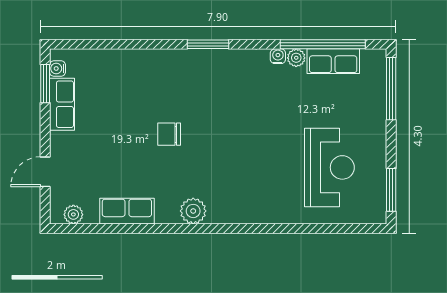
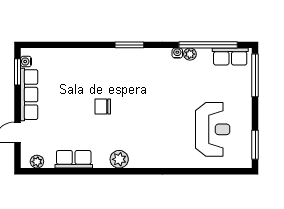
row of seats: (333, 61) -> (230, 56), moved
row of seats: (62, 104) -> (29, 95), width x1.48

